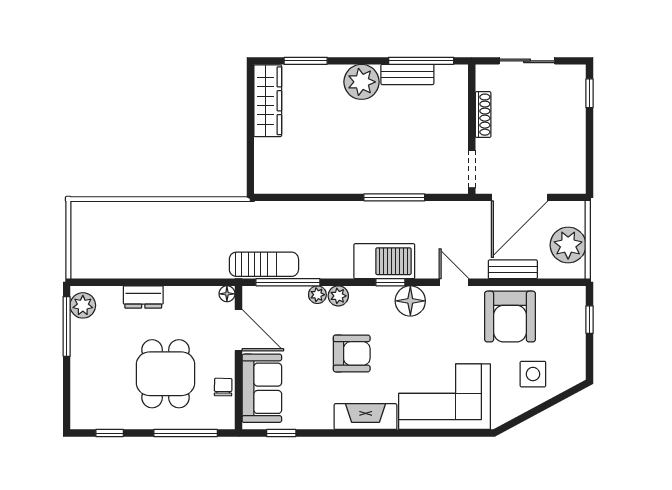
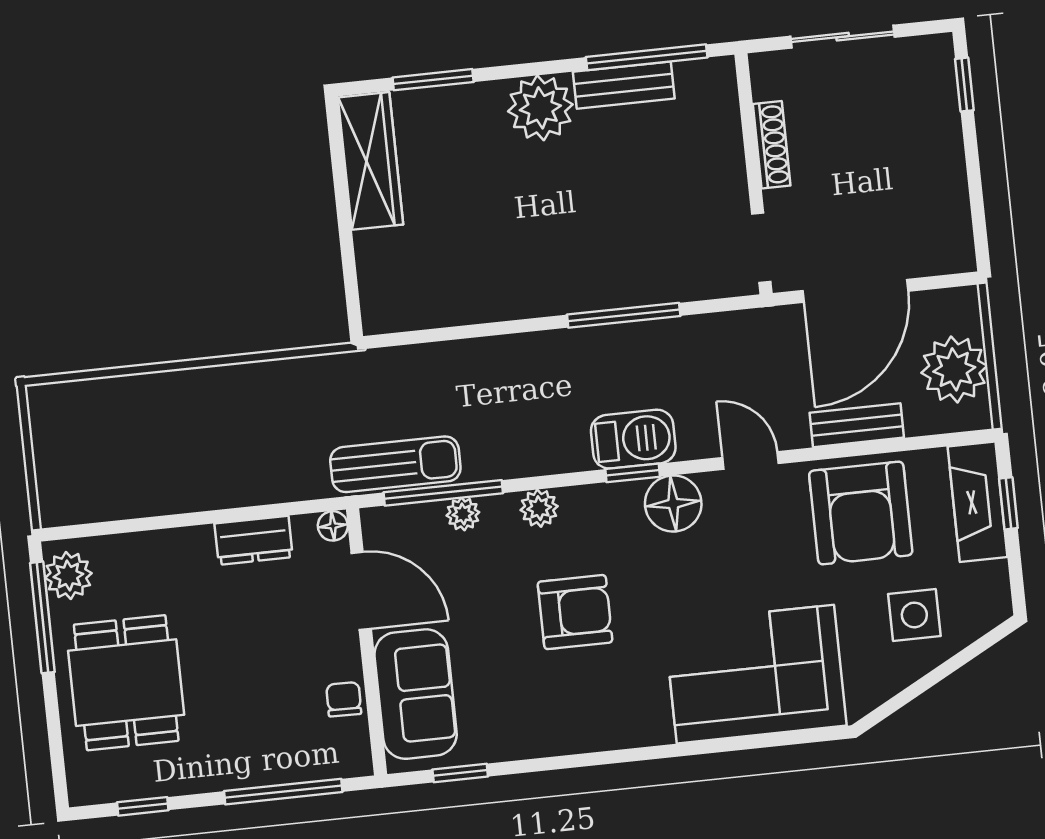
barbecue: (384, 261) -> (633, 439), width x0.73, depth x0.83
plant: (317, 295) -> (463, 514), moved
dresser: (143, 297) -> (254, 540), moved
dining table: (165, 374) -> (126, 683), moved
fireplace: (366, 417) -> (978, 502), moved, turned -90

